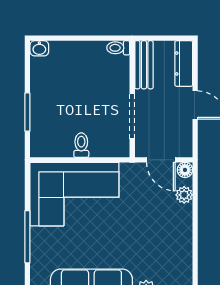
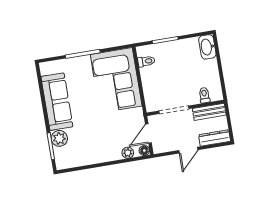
washbasin: (39, 48) -> (207, 47), width x1.91, depth x1.45
toilet: (118, 48) -> (204, 95), moved
toilet: (81, 145) -> (146, 61), moved

